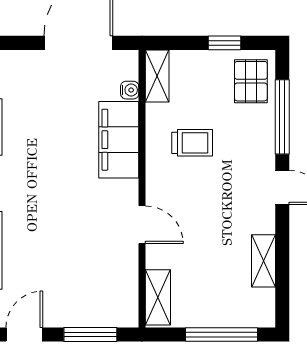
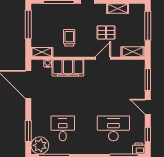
window: (225, 43) -> (28, 24), width x2.17
pallet: (251, 81) -> (106, 32), moved

